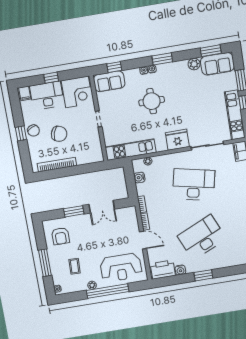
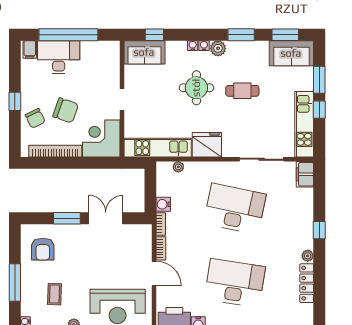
window: (162, 59) -> (241, 35), moved
plant: (194, 64) -> (218, 48), moved
window: (51, 78) -> (68, 35), width x3.17
corner desk: (77, 92) -> (101, 138), moved, turned 180
cafe table: (186, 98) -> (242, 91), added
chair: (33, 131) -> (35, 118), moved
fridge: (177, 140) -> (207, 145), moved
water cooler: (139, 178) -> (163, 204), moved
double door: (102, 207) -> (106, 218), swing flipped
desk: (202, 237) -> (235, 283), turned 33

